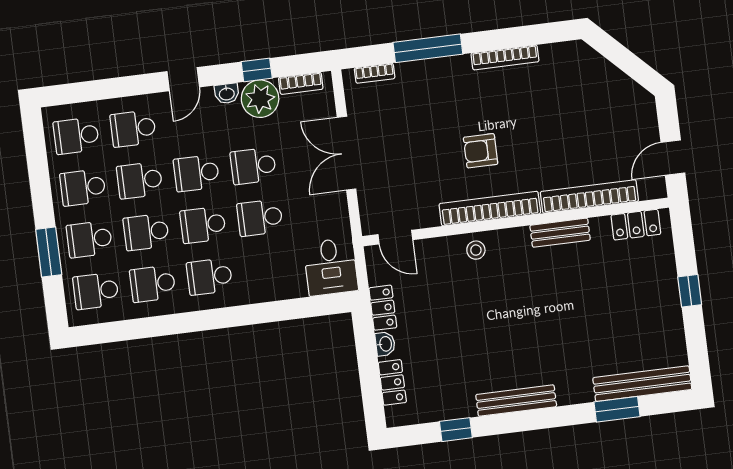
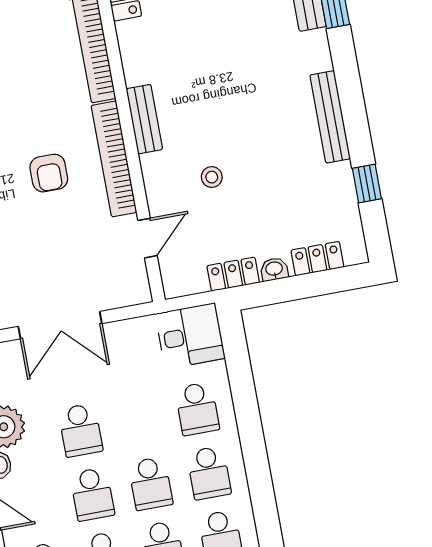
school desk: (260, 218) -> (197, 409), moved
bench: (560, 233) -> (144, 119), moved
door: (395, 237) -> (147, 238), moved
stool: (476, 250) -> (212, 177), moved

